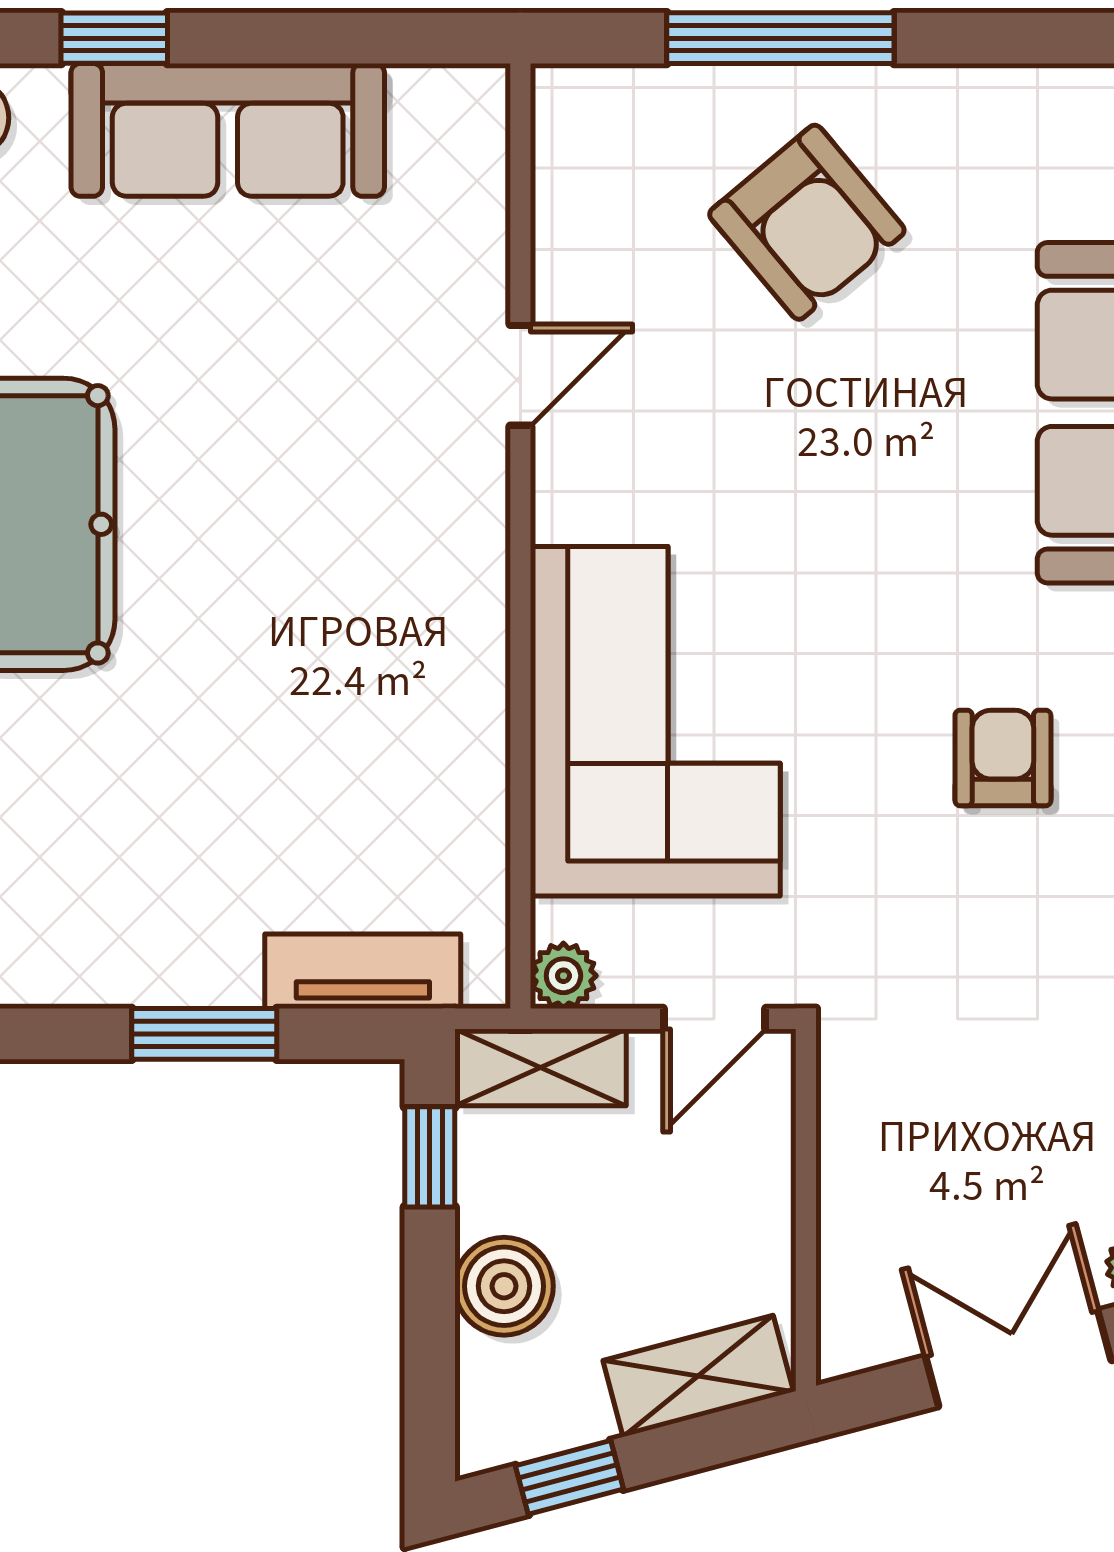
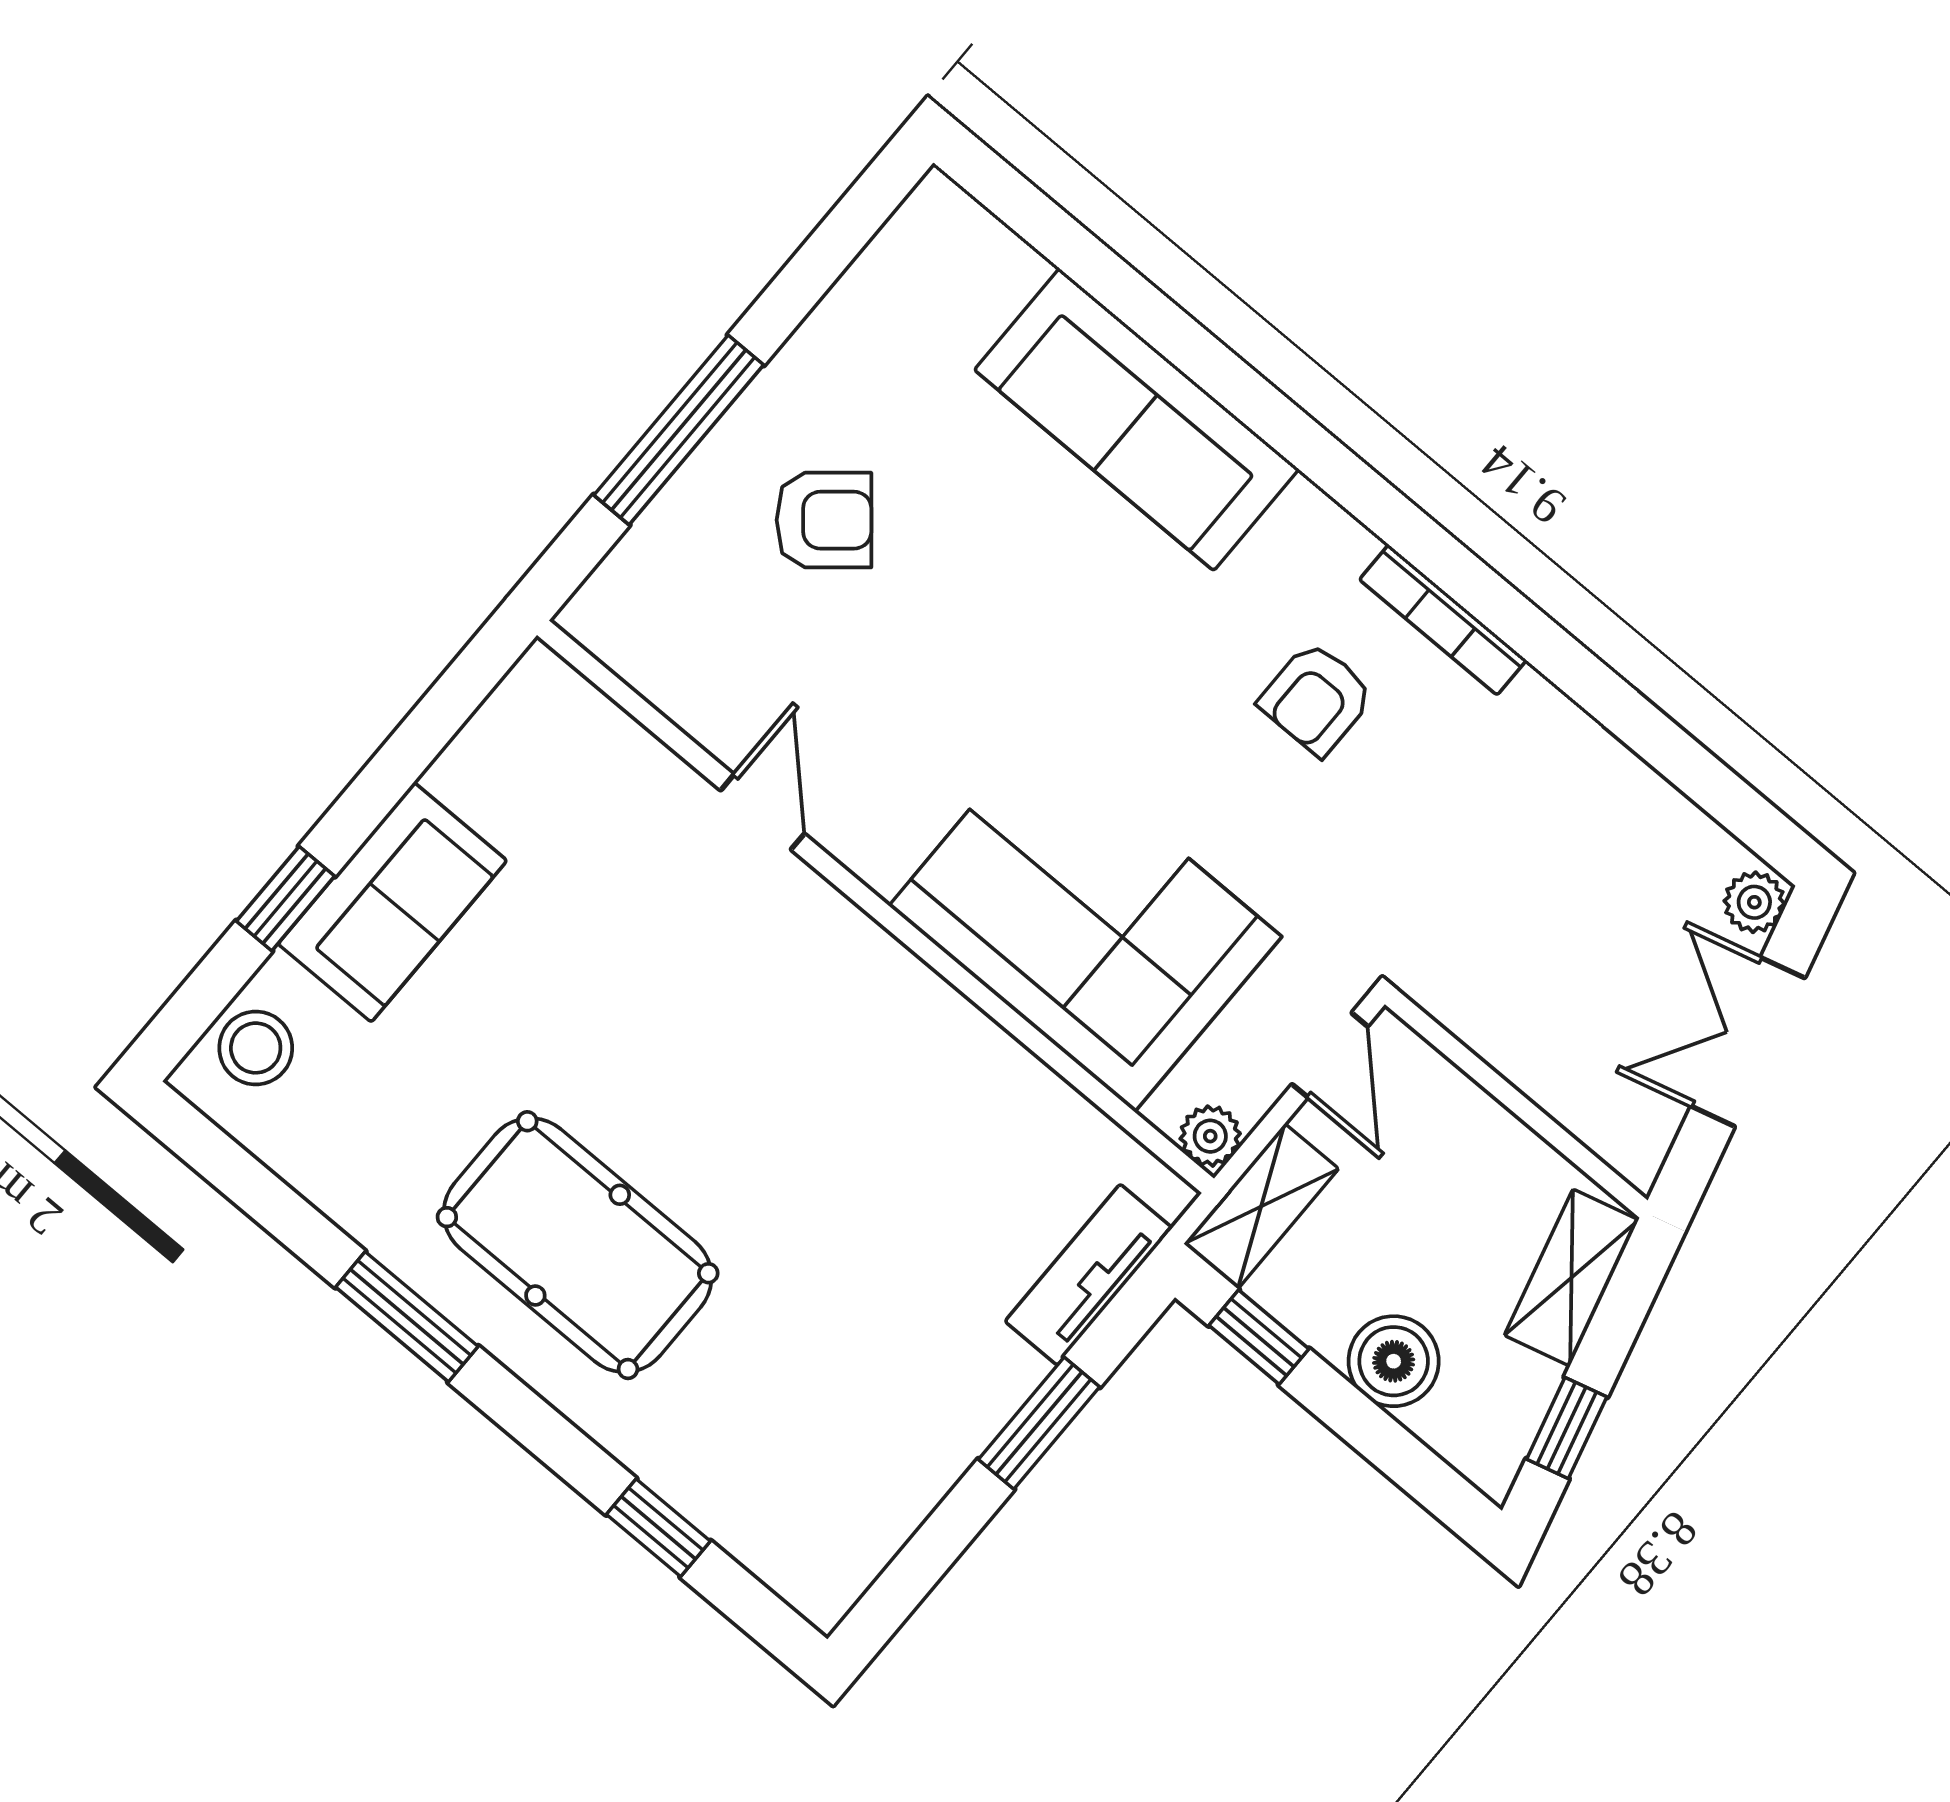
sofa: (228, 130) -> (392, 902), width x0.73
armchair: (807, 222) -> (824, 520), width x0.72, depth x0.72
armchair: (1003, 758) -> (1317, 698), turned -90

